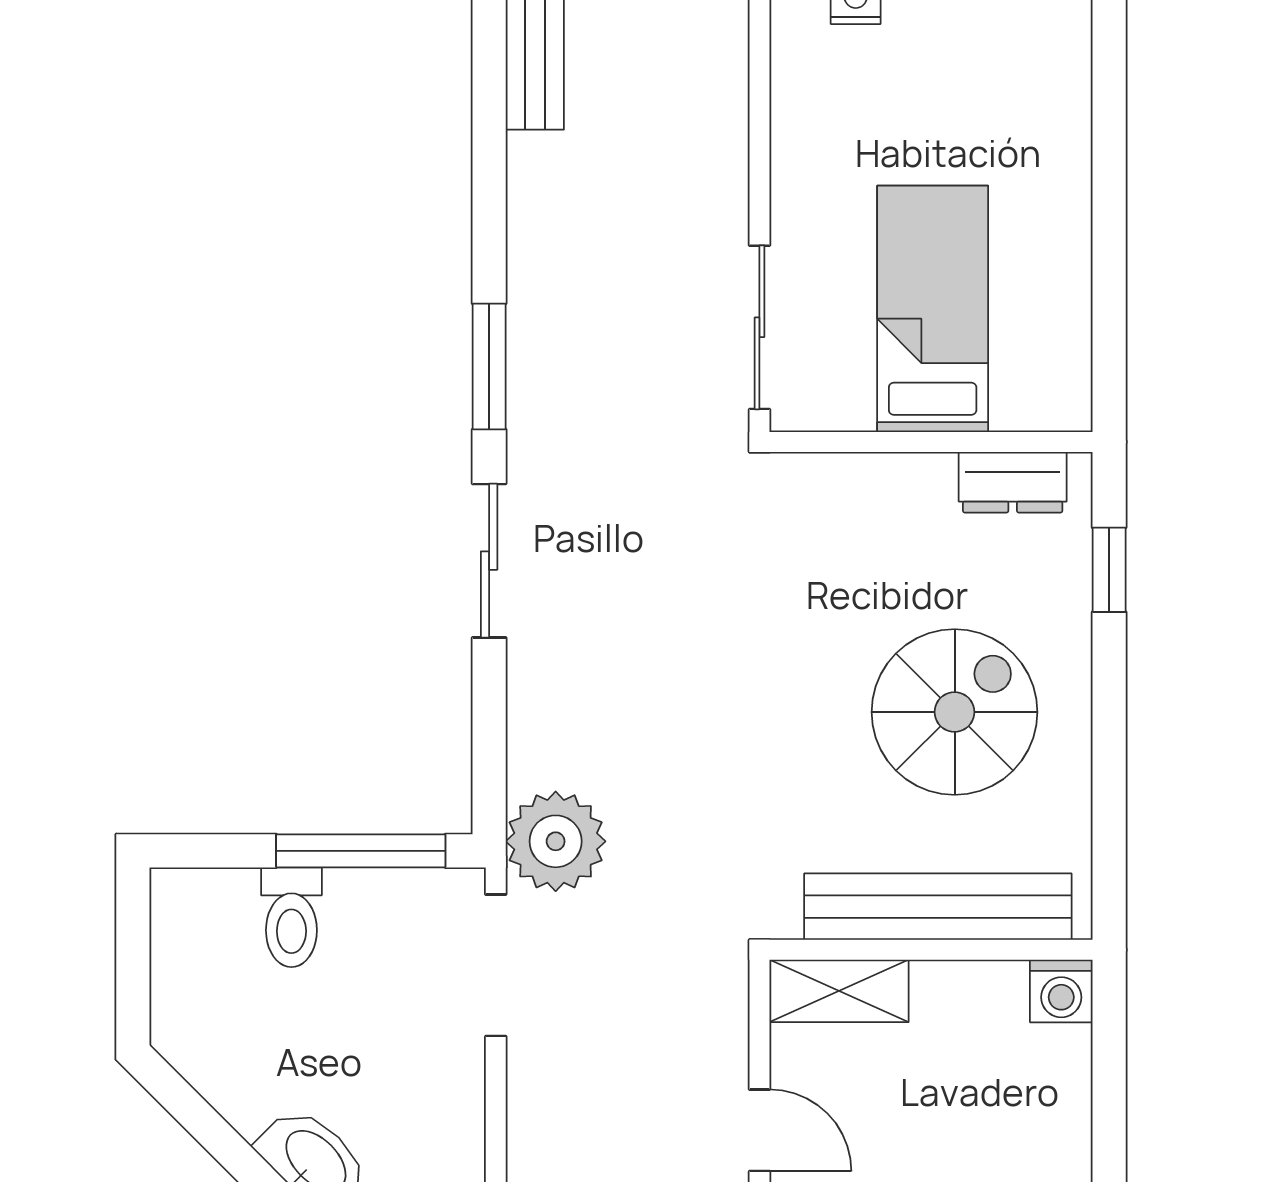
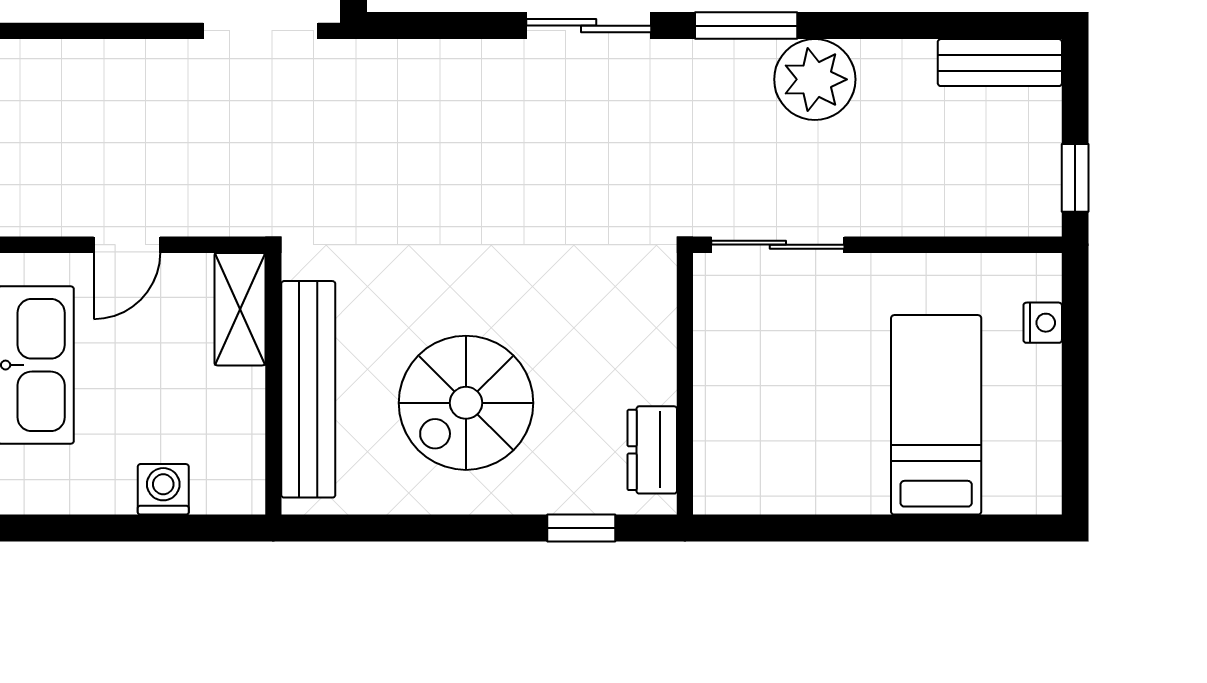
bed: (933, 309) -> (936, 415), moved, turned -90
spiral stairs: (955, 712) -> (466, 403), turned 90
plant: (556, 841) -> (815, 79), moved
washing machine: (1061, 991) -> (163, 489), moved, turned 90

